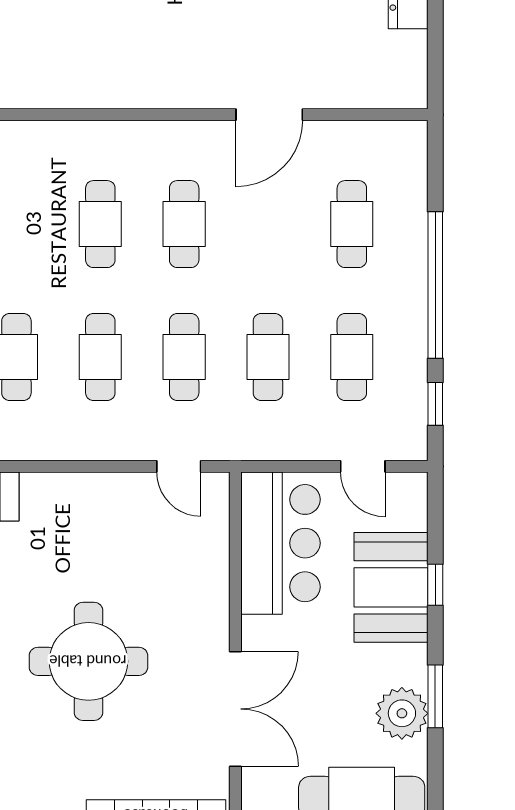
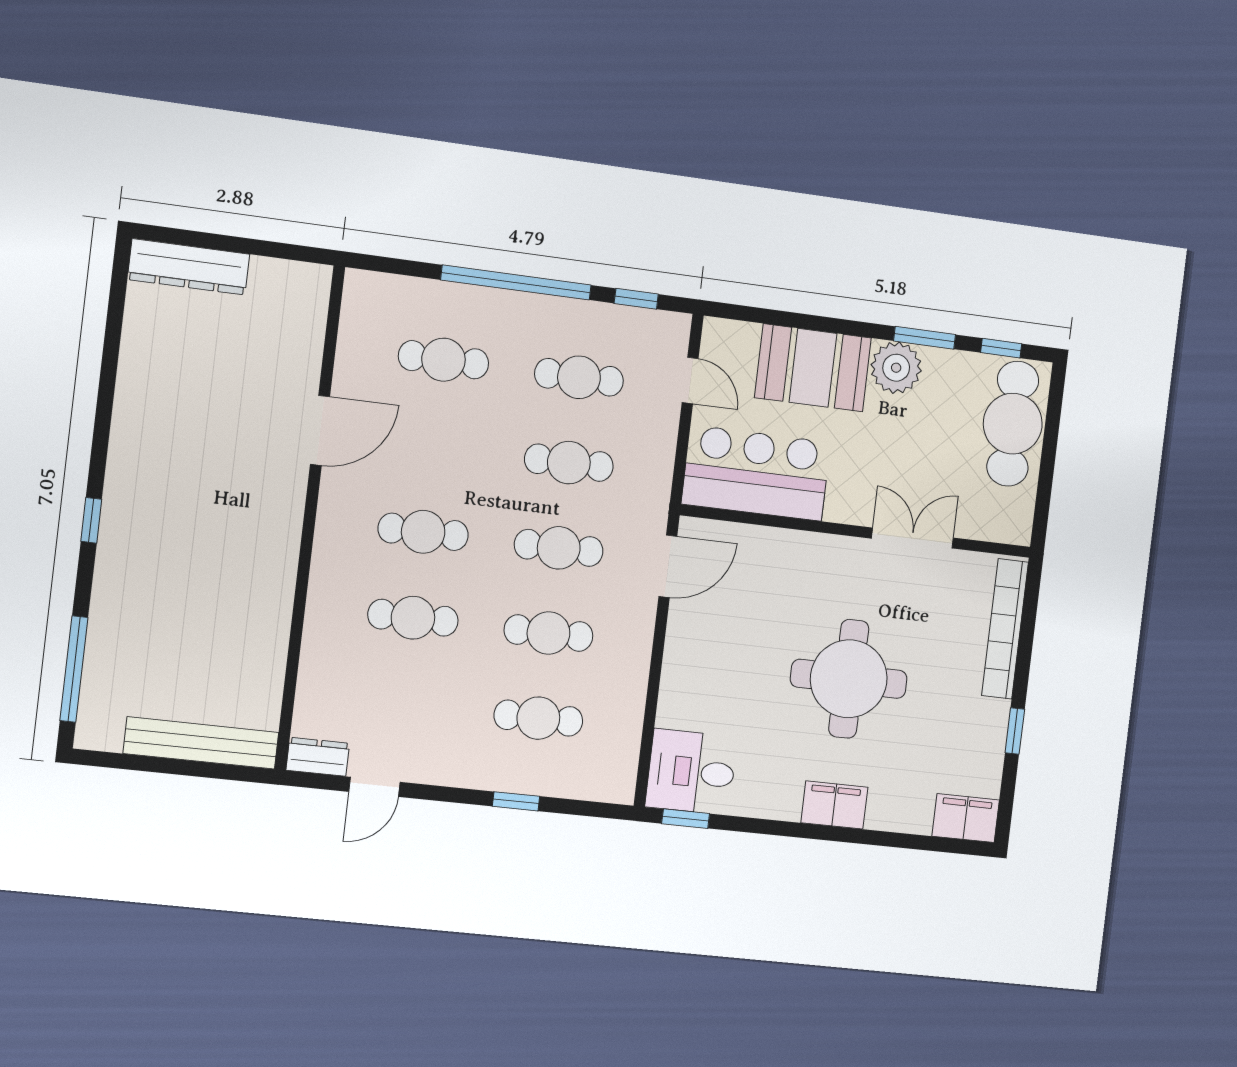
door: (269, 115) -> (320, 430), hinge flipped
door: (179, 466) -> (668, 566), width x1.38
door: (363, 466) -> (690, 380), hinge flipped
window: (435, 585) -> (1001, 348), moved
double door: (235, 709) -> (912, 538), width x0.73
plant: (402, 713) -> (896, 368), moved

